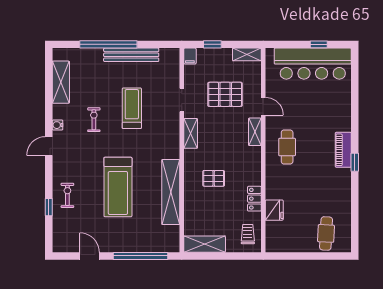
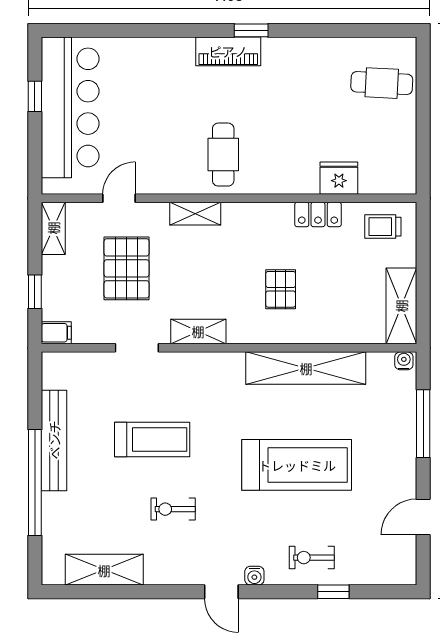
door: (263, 106) -> (119, 198), moved
treadmill: (132, 108) -> (152, 439), turned 180
water cooler: (58, 125) -> (254, 576), moved
cafe table: (287, 147) -> (223, 155), turned 90
water cooler: (175, 245) -> (404, 361), added
window: (140, 256) -> (423, 424), width x0.68

